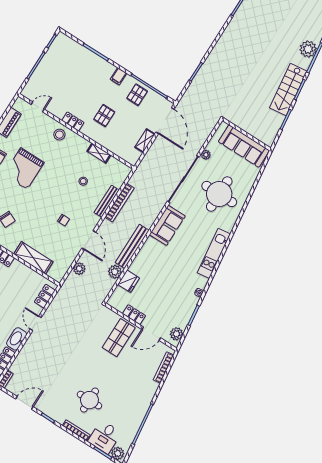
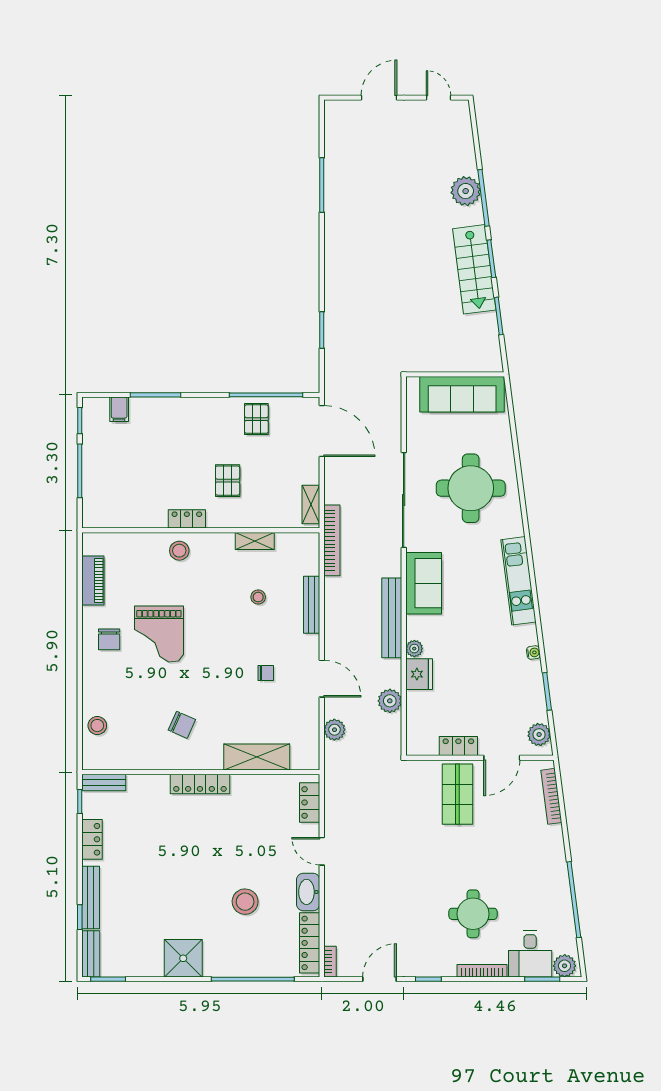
filing cabinet: (118, 76) -> (119, 409), moved
door: (38, 107) -> (121, 530), removed
shelving: (145, 141) -> (311, 504), moved
plant: (206, 155) -> (414, 649), moved
bookcase: (120, 203) -> (332, 540), moved
bench: (132, 246) -> (392, 618), moved
fridge: (129, 281) -> (419, 674), moved

